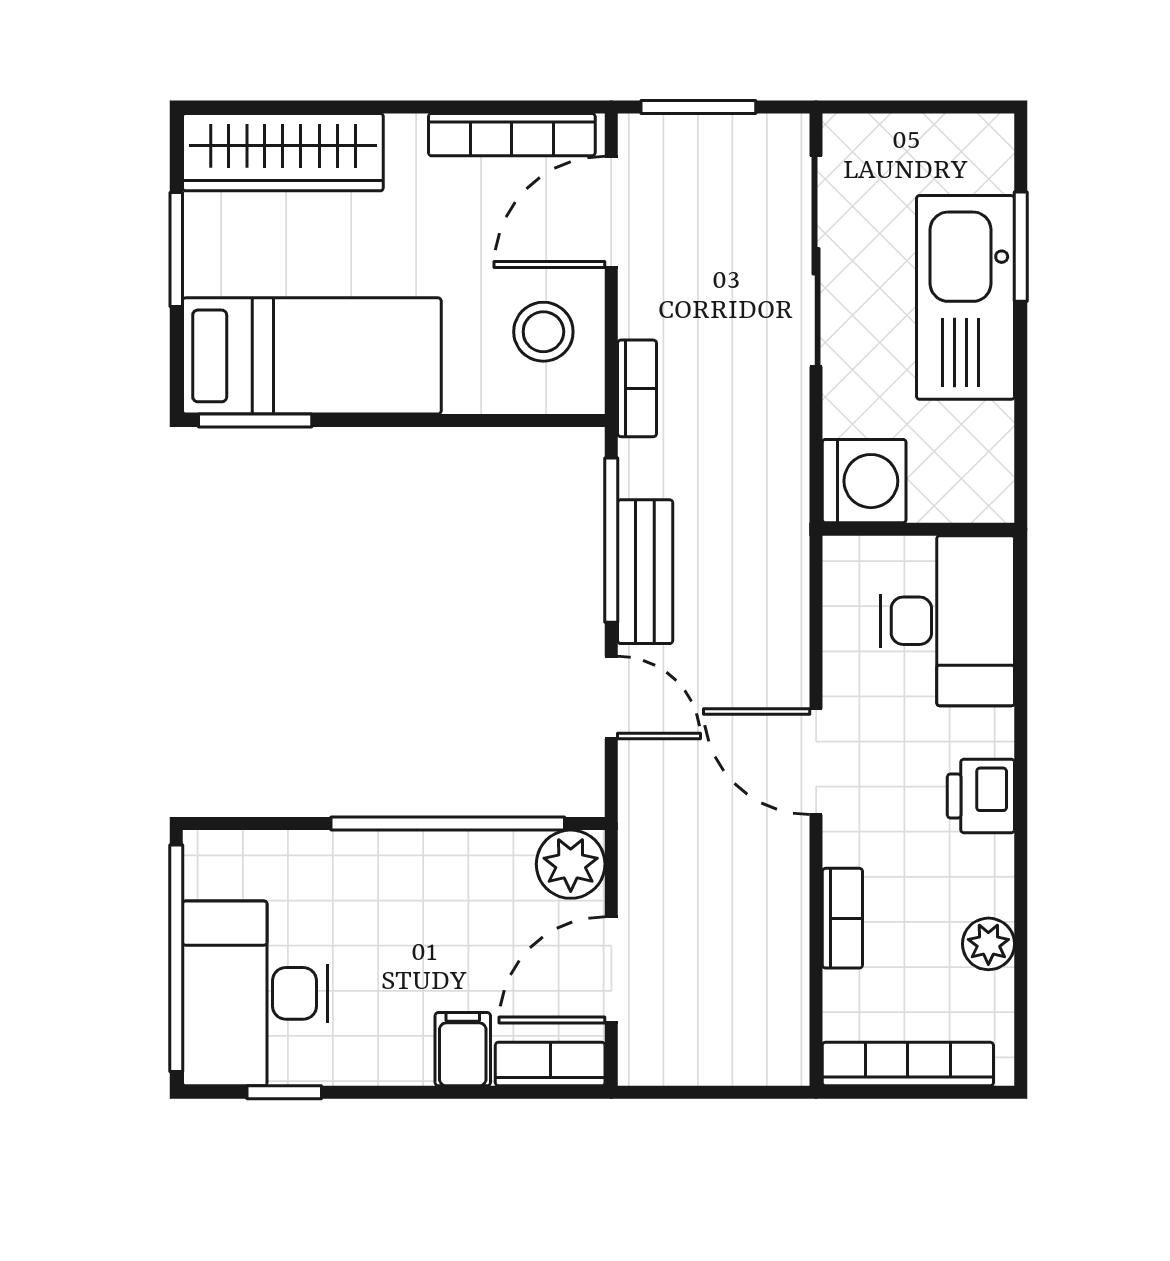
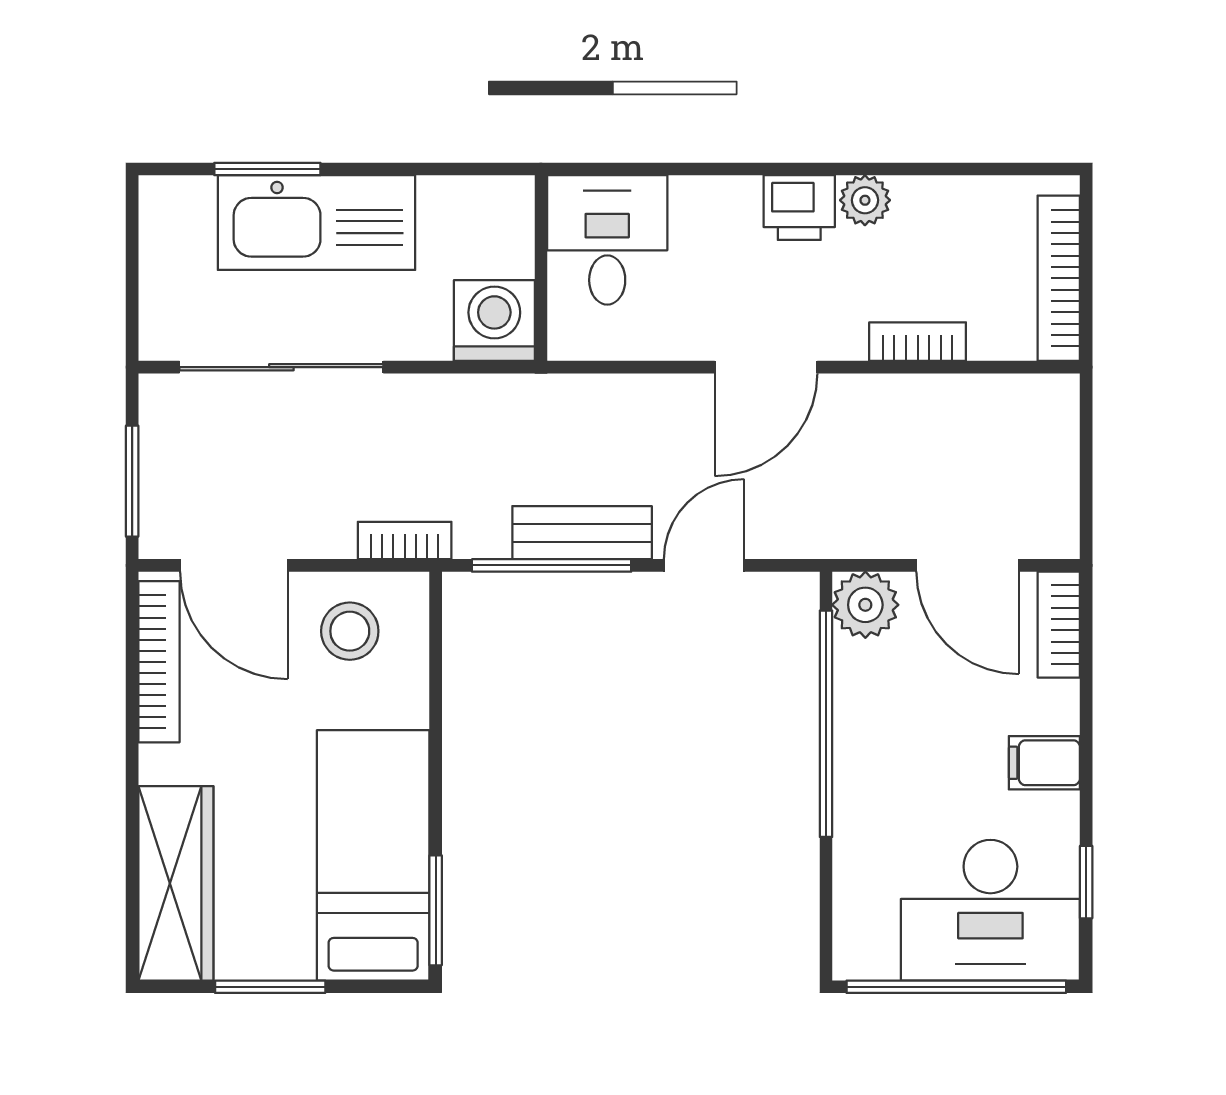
desk: (947, 621) -> (607, 240), width x0.73
plant: (988, 944) -> (865, 200), moved
filing cabinet: (463, 1049) -> (1044, 763), moved

